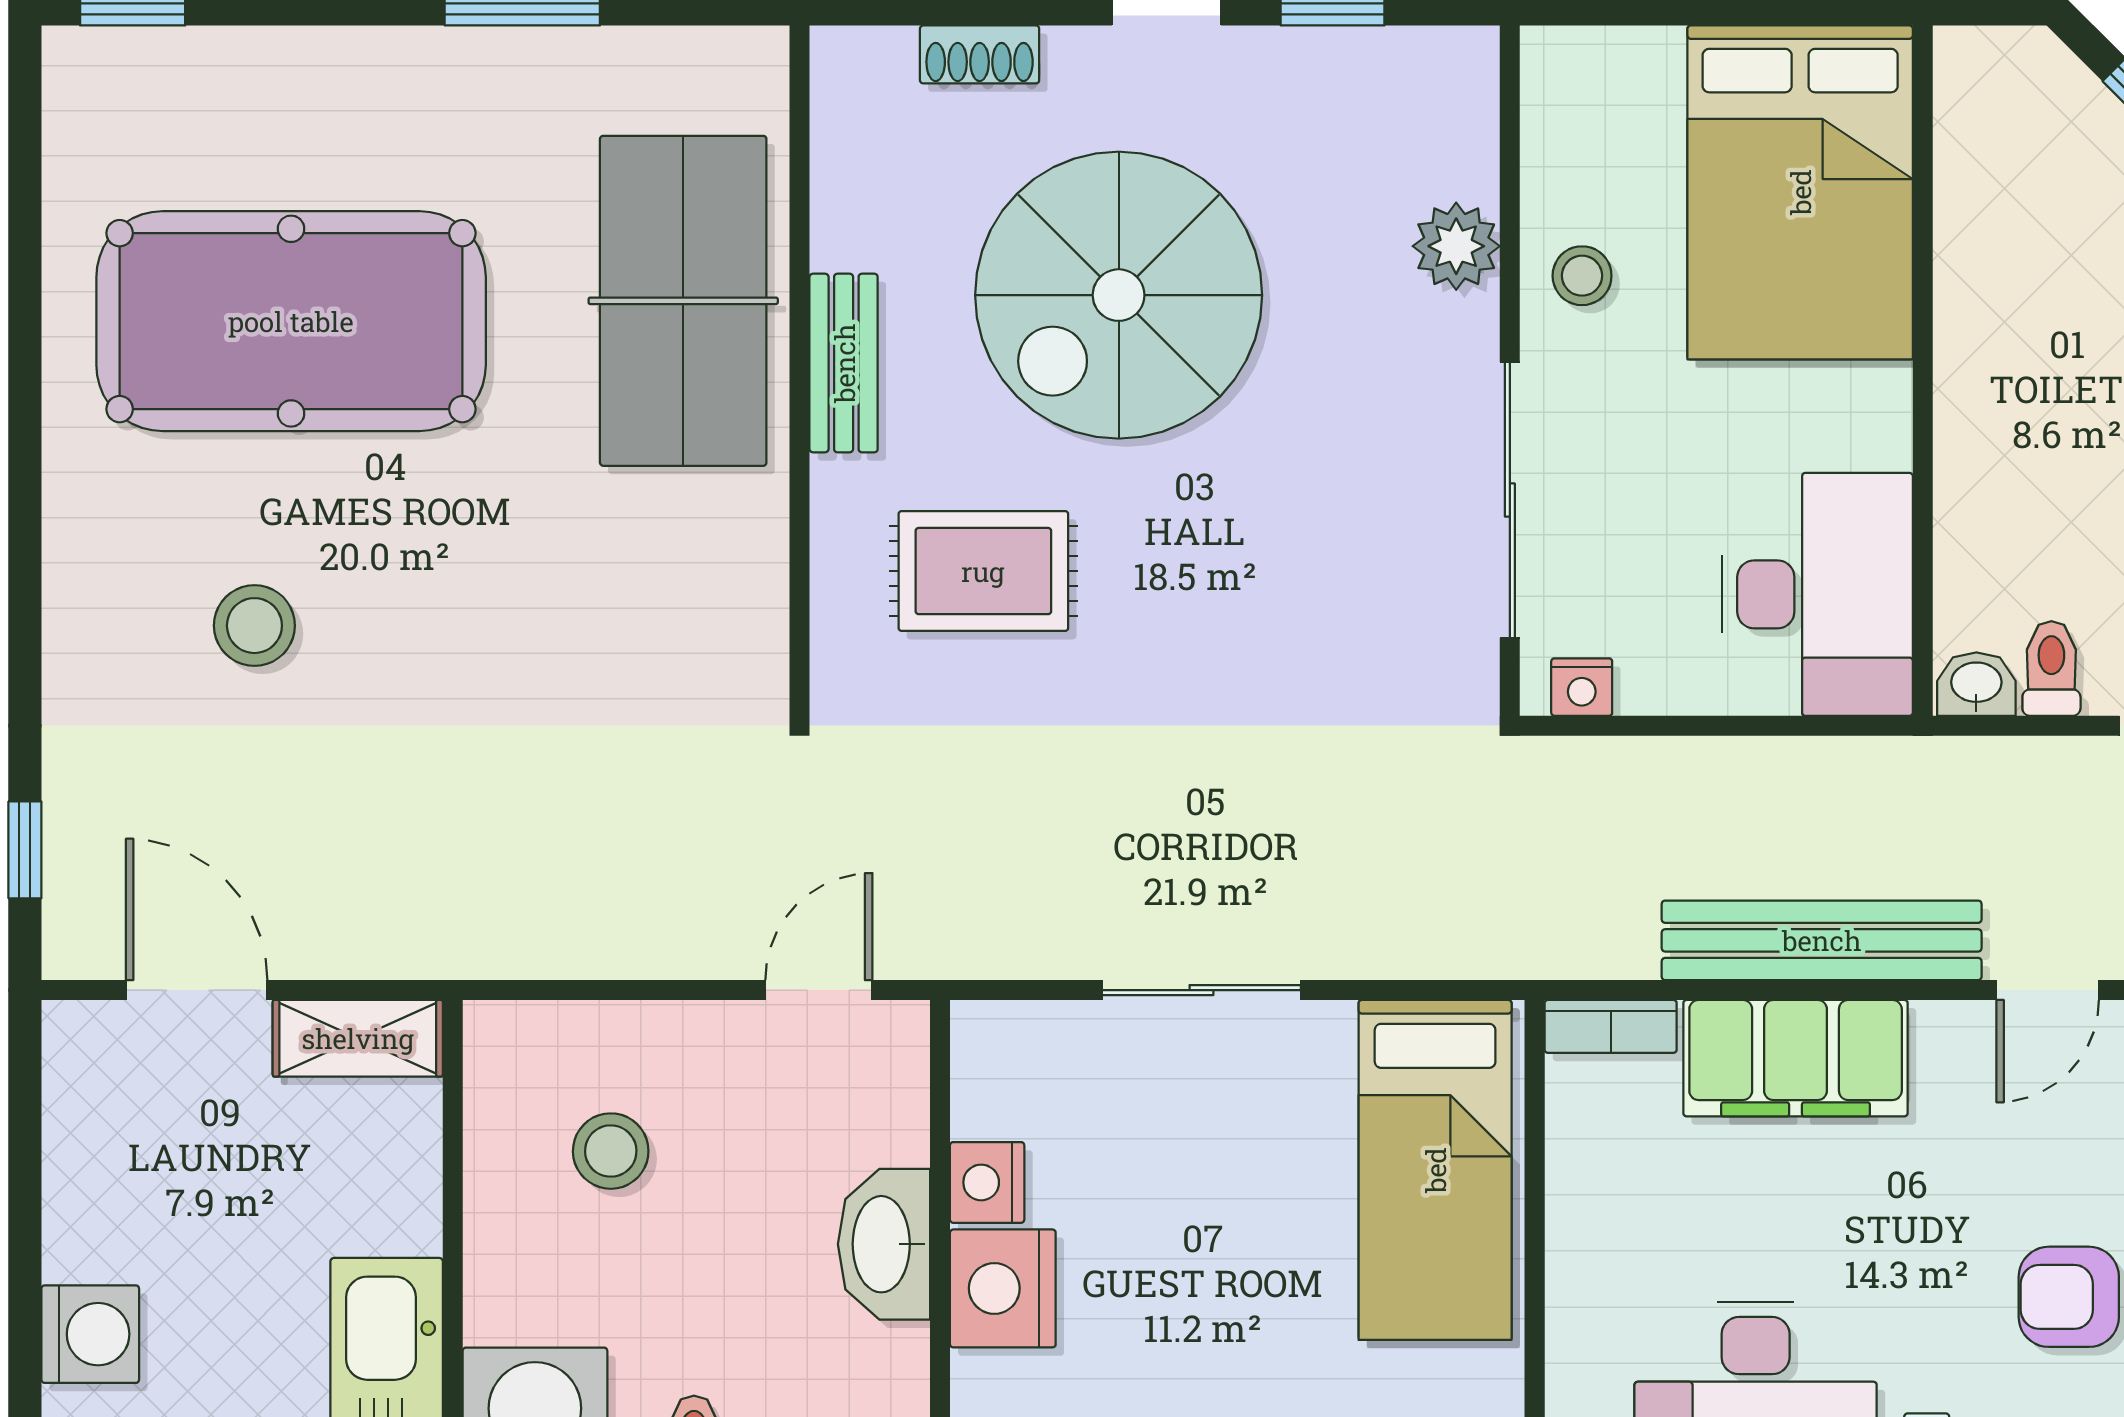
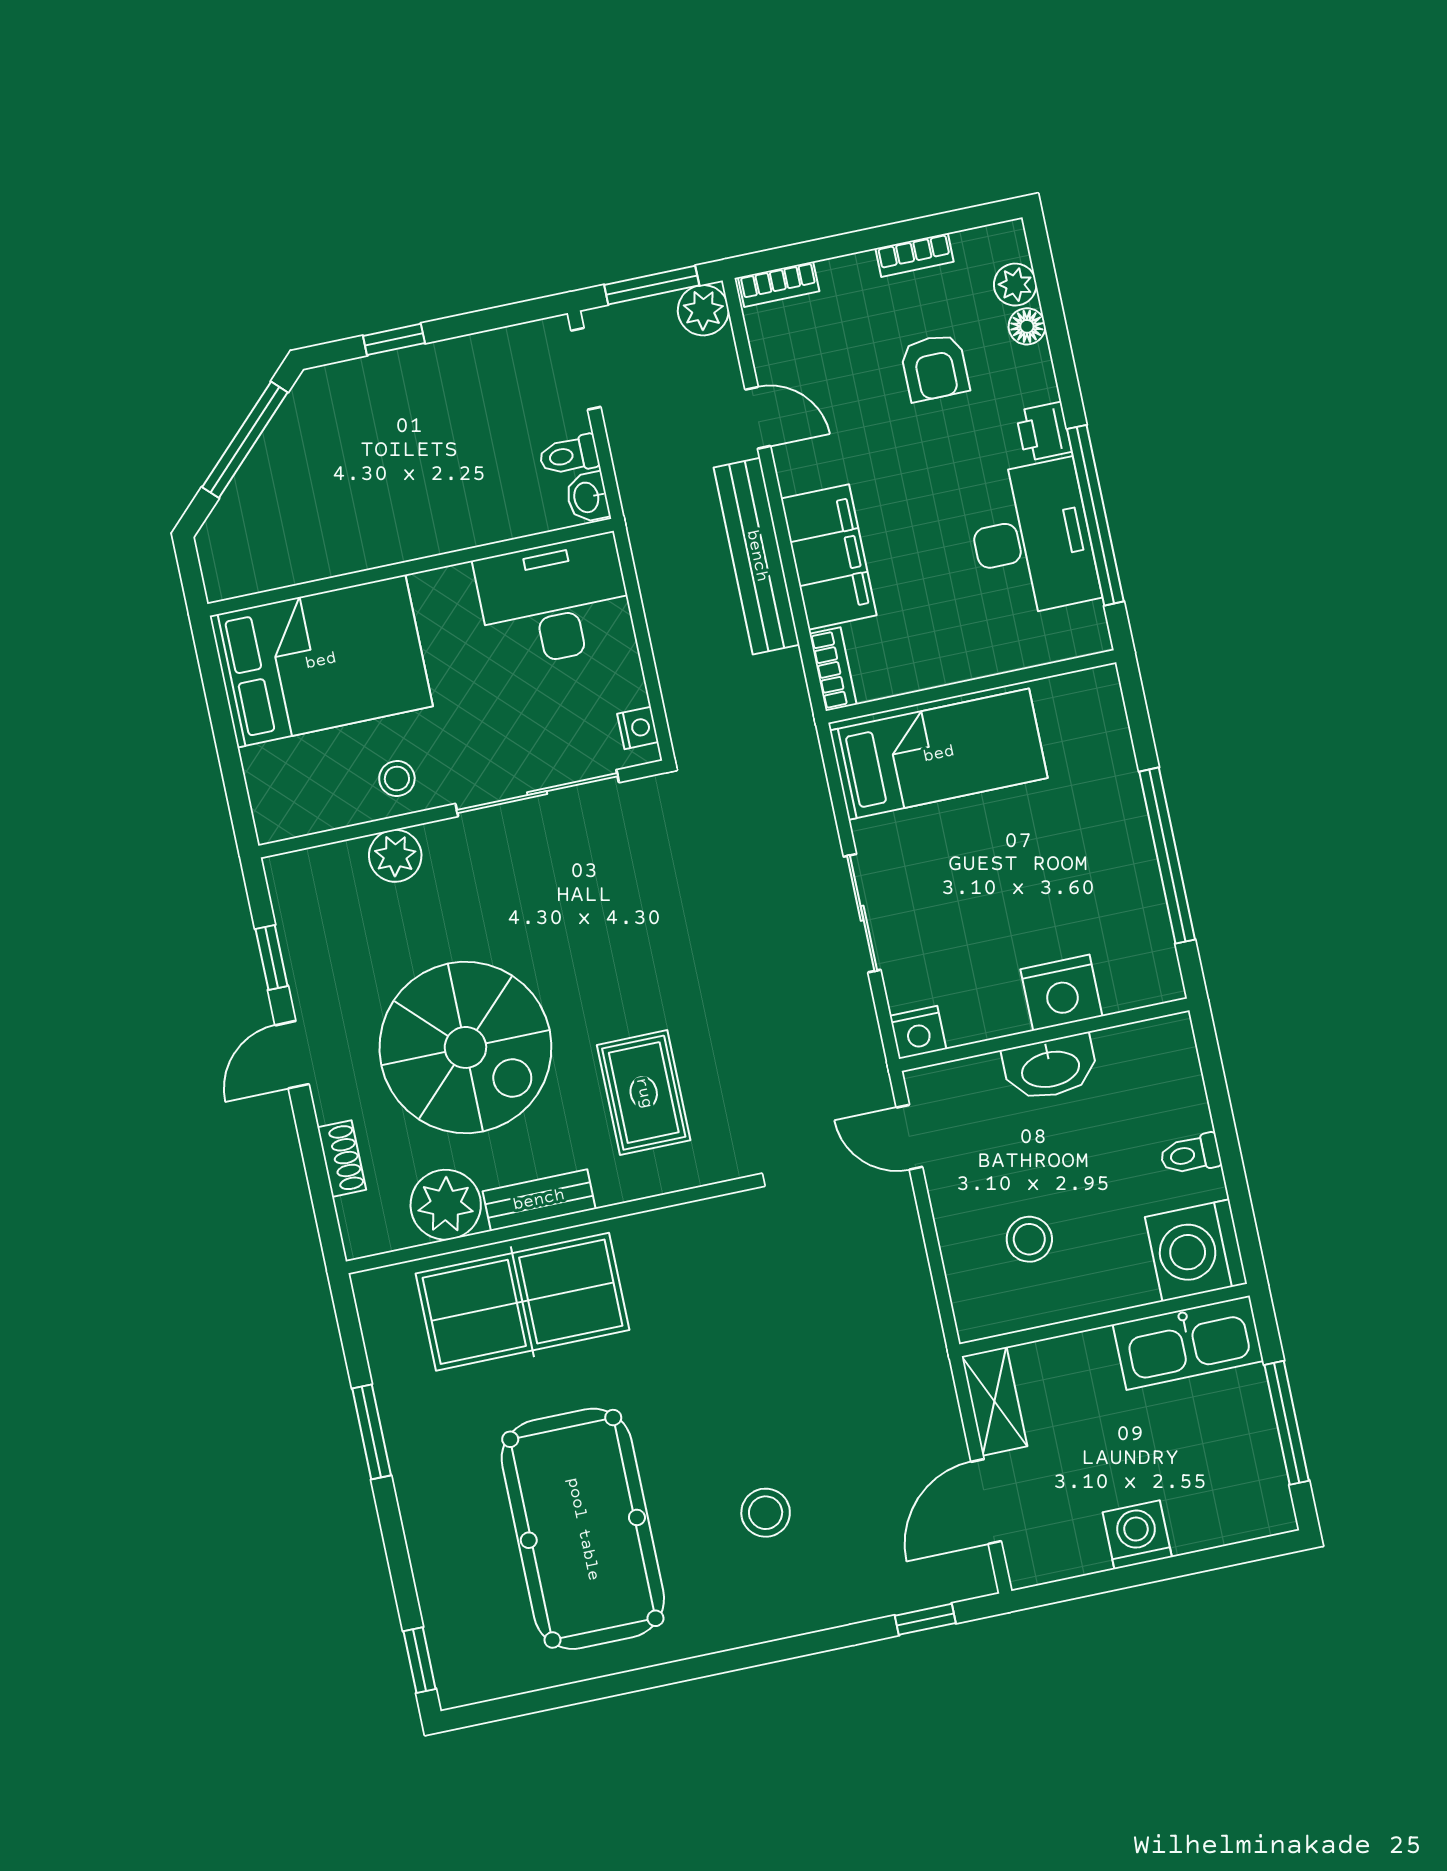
plant: (868, 208) -> (446, 1205), added
nightstand: (987, 1182) -> (918, 1032), moved
washing machine: (90, 1334) -> (1137, 1535), moved

